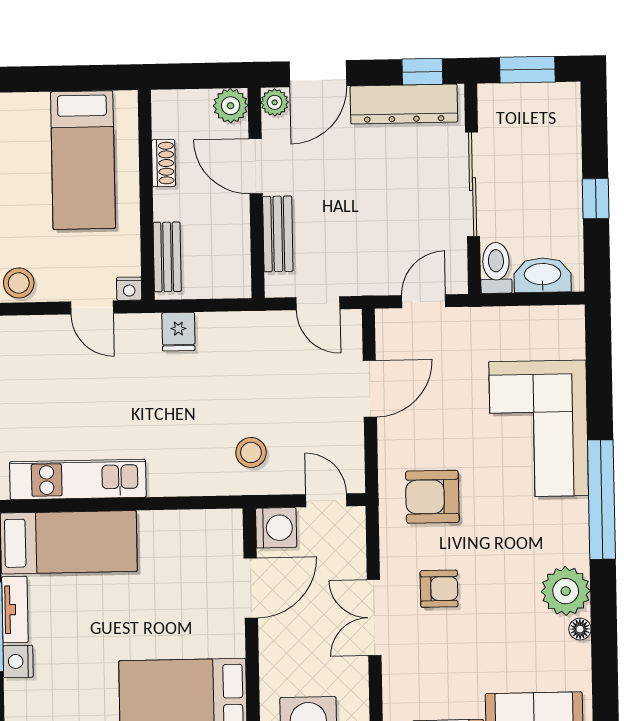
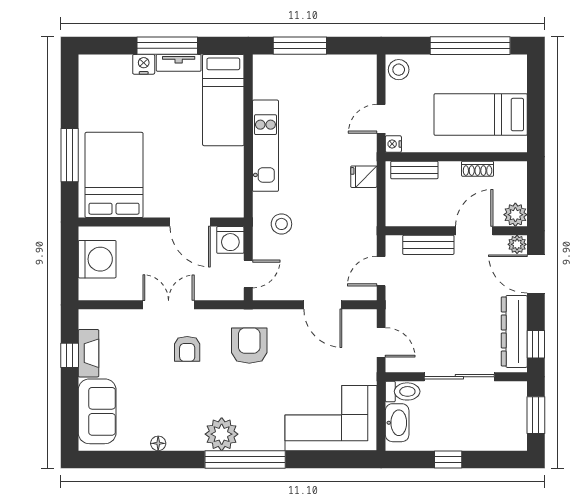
corner sofa: (539, 429) -> (331, 418), moved
kitchen unit: (78, 479) -> (265, 146), moved
plant: (566, 591) -> (222, 434), moved

